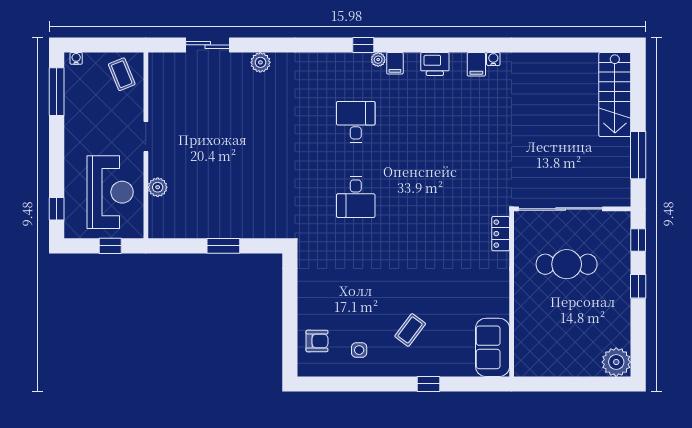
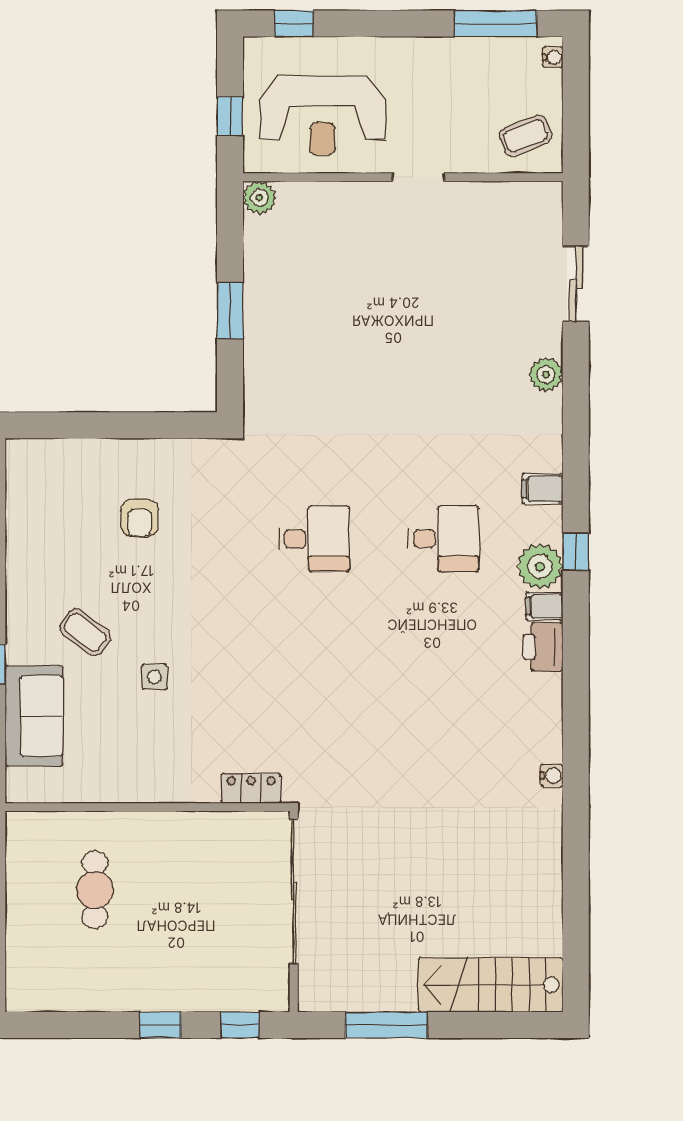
plant: (378, 60) -> (540, 567), width x1.88, depth x1.88
printer: (435, 64) -> (543, 647), moved
filing cabinet: (476, 64) -> (542, 489), moved
plant: (158, 187) -> (259, 198), moved
desk: (356, 197) -> (314, 539), turned 180
cafe table: (567, 264) -> (95, 890), moved, width x0.73, depth x0.74
armchair: (317, 341) -> (140, 518), moved
sofa: (493, 347) -> (34, 716), moved, turned 90
side table: (359, 350) -> (155, 677), moved
plant: (616, 362) -> (30, 987), removed

